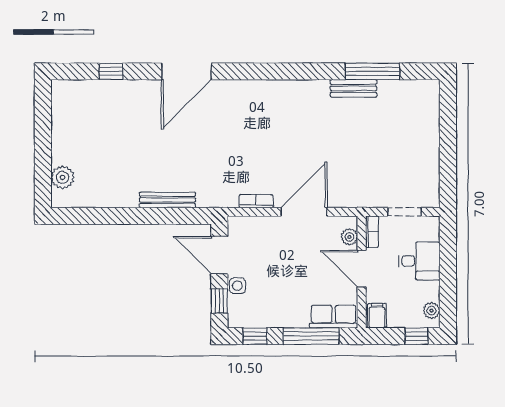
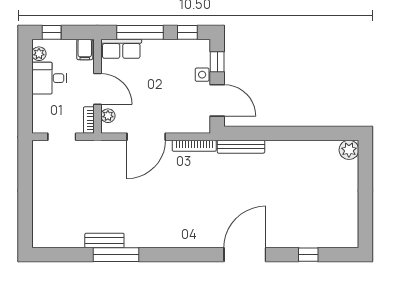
window: (372, 71) -> (116, 255), moved
plant: (63, 177) -> (349, 150), moved
bench: (167, 200) -> (241, 147), moved
bookcase: (256, 201) -> (194, 146), width x1.56
desk: (419, 261) -> (49, 78), moved

